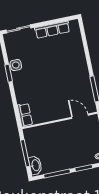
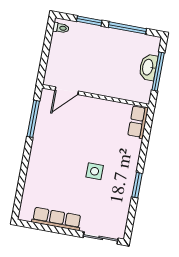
side table: (16, 65) -> (95, 171), moved
door: (80, 116) -> (67, 91), hinge flipped
washbasin: (35, 165) -> (148, 67), moved

